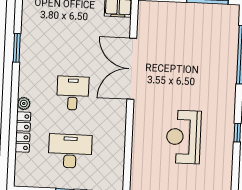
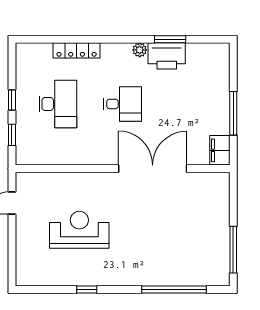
printer: (32, 52) -> (167, 56), added
plant: (24, 103) -> (140, 50), moved

